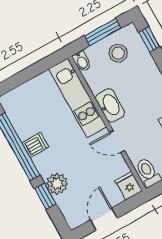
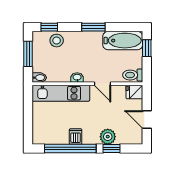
stool: (118, 53) -> (57, 41), moved
washbasin: (110, 105) -> (77, 77), width x0.52, depth x0.69
door: (117, 142) -> (102, 84), hinge flipped

